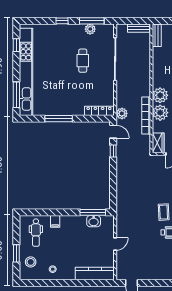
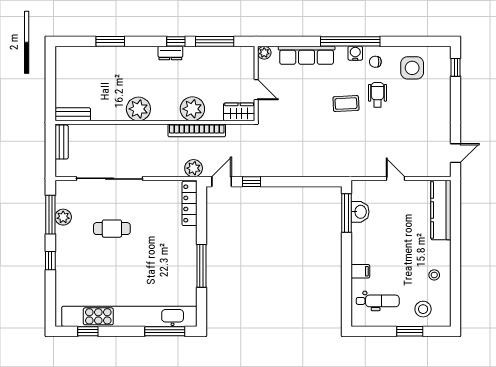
plant: (160, 95) -> (138, 109), moved

